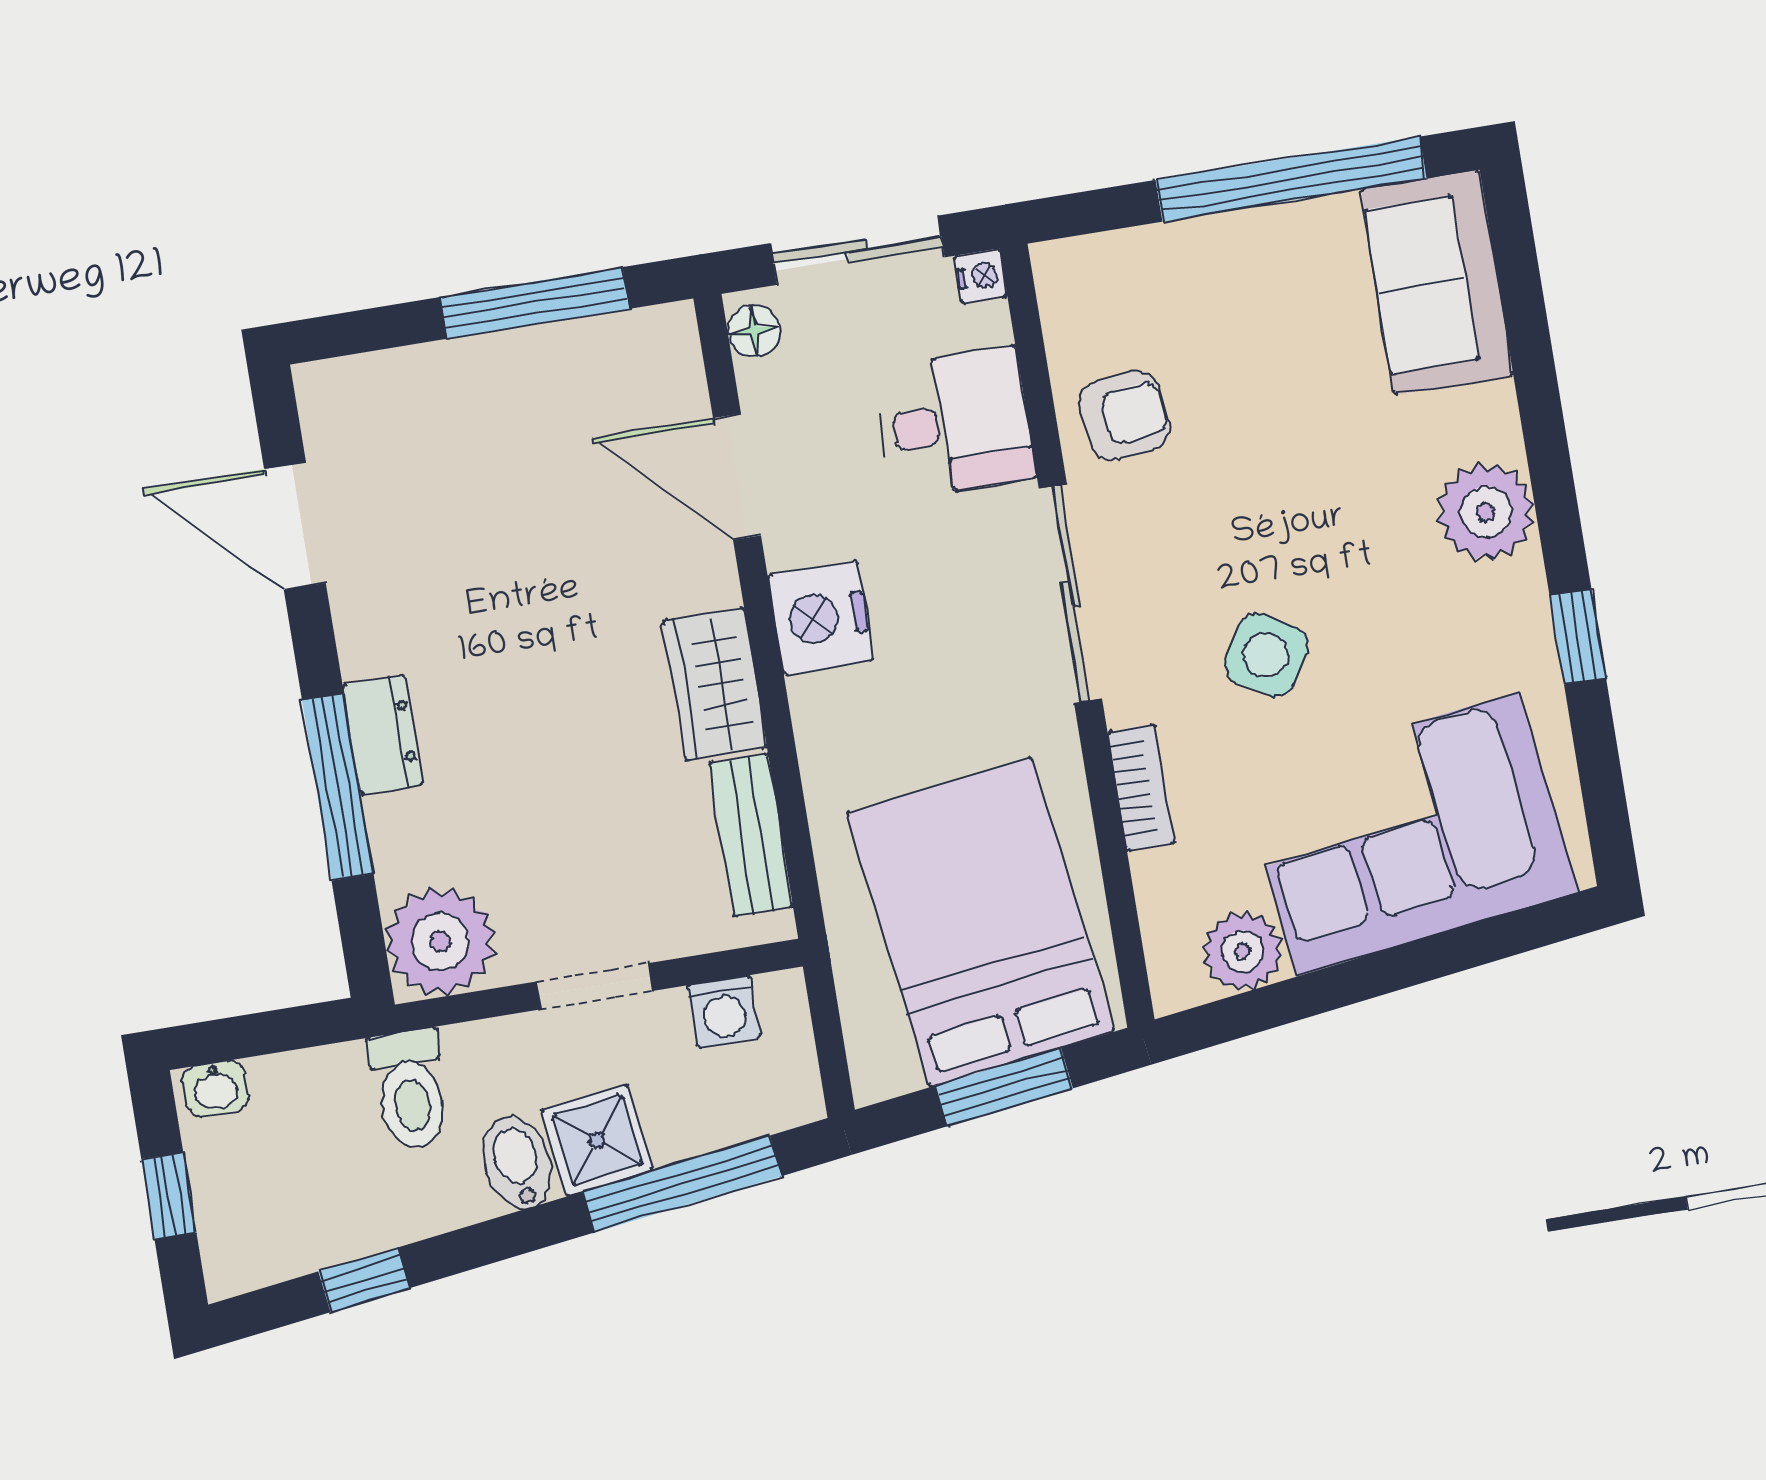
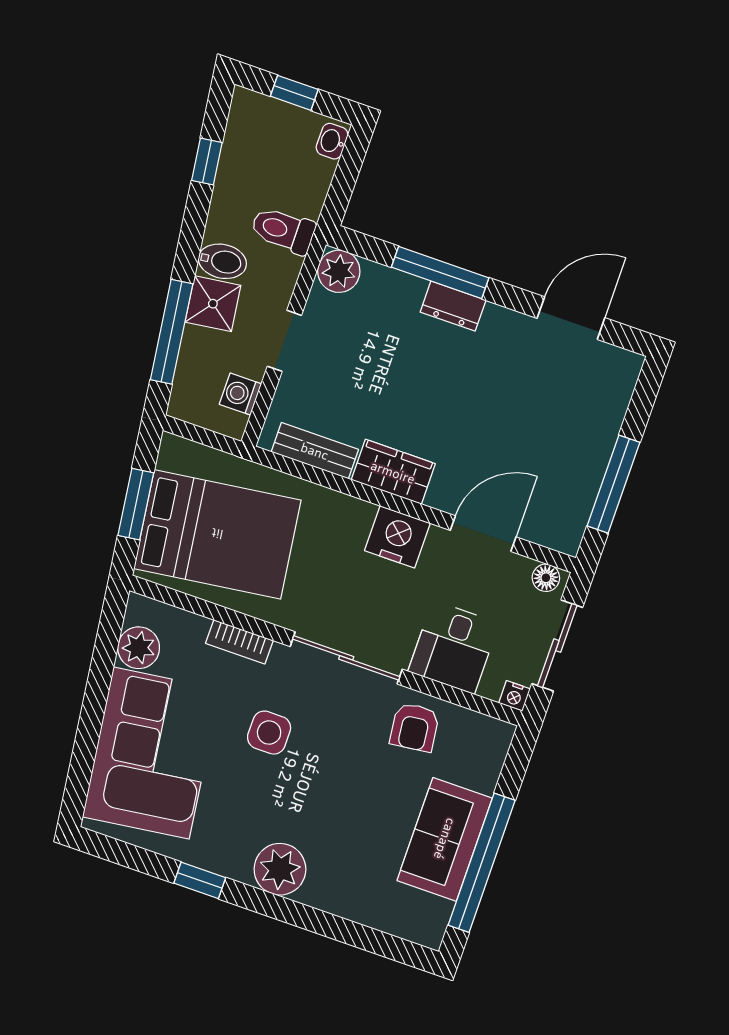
sofa: (1437, 282) -> (445, 839), moved, turned -90
side table: (1266, 655) -> (269, 733), turned -31
plant: (440, 941) -> (339, 271), width x0.73, depth x0.73

